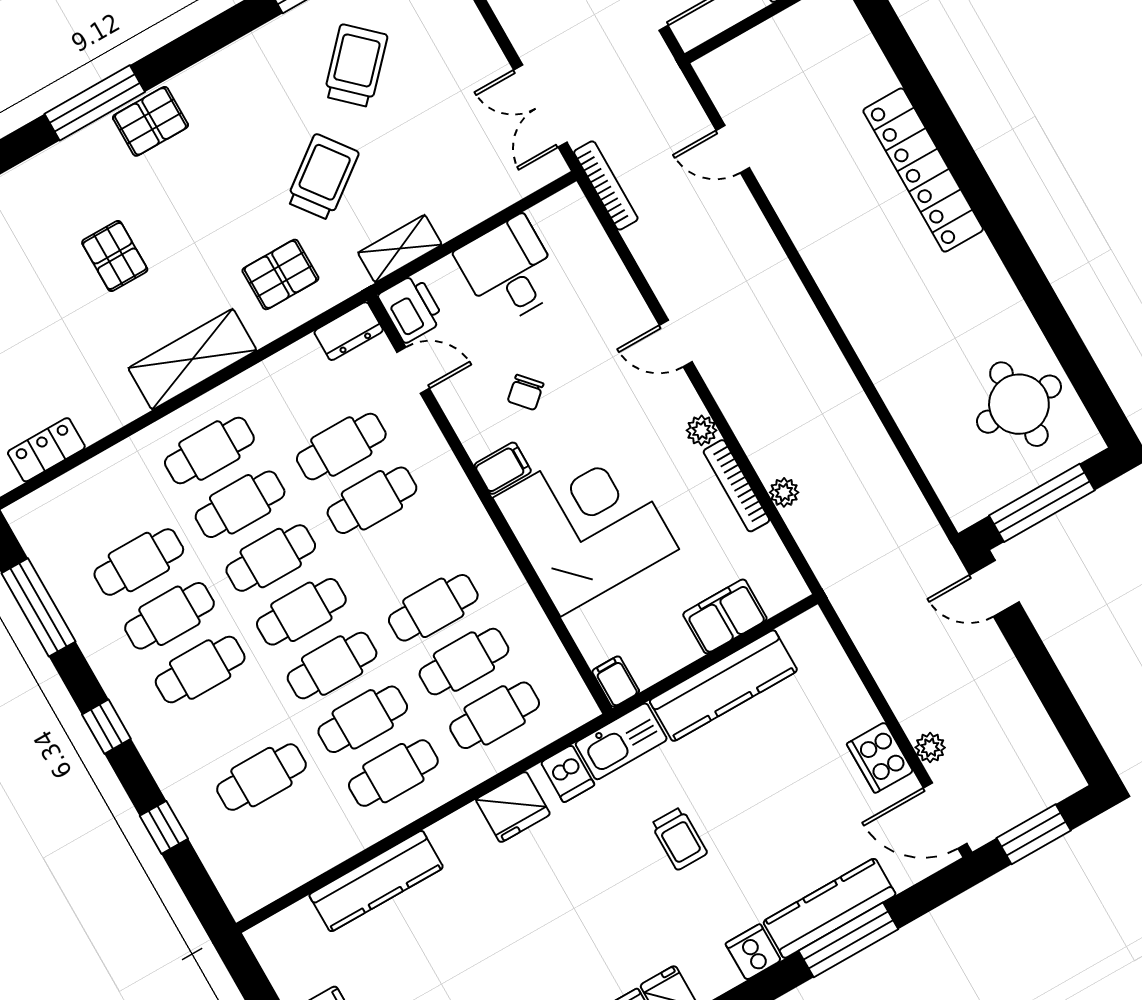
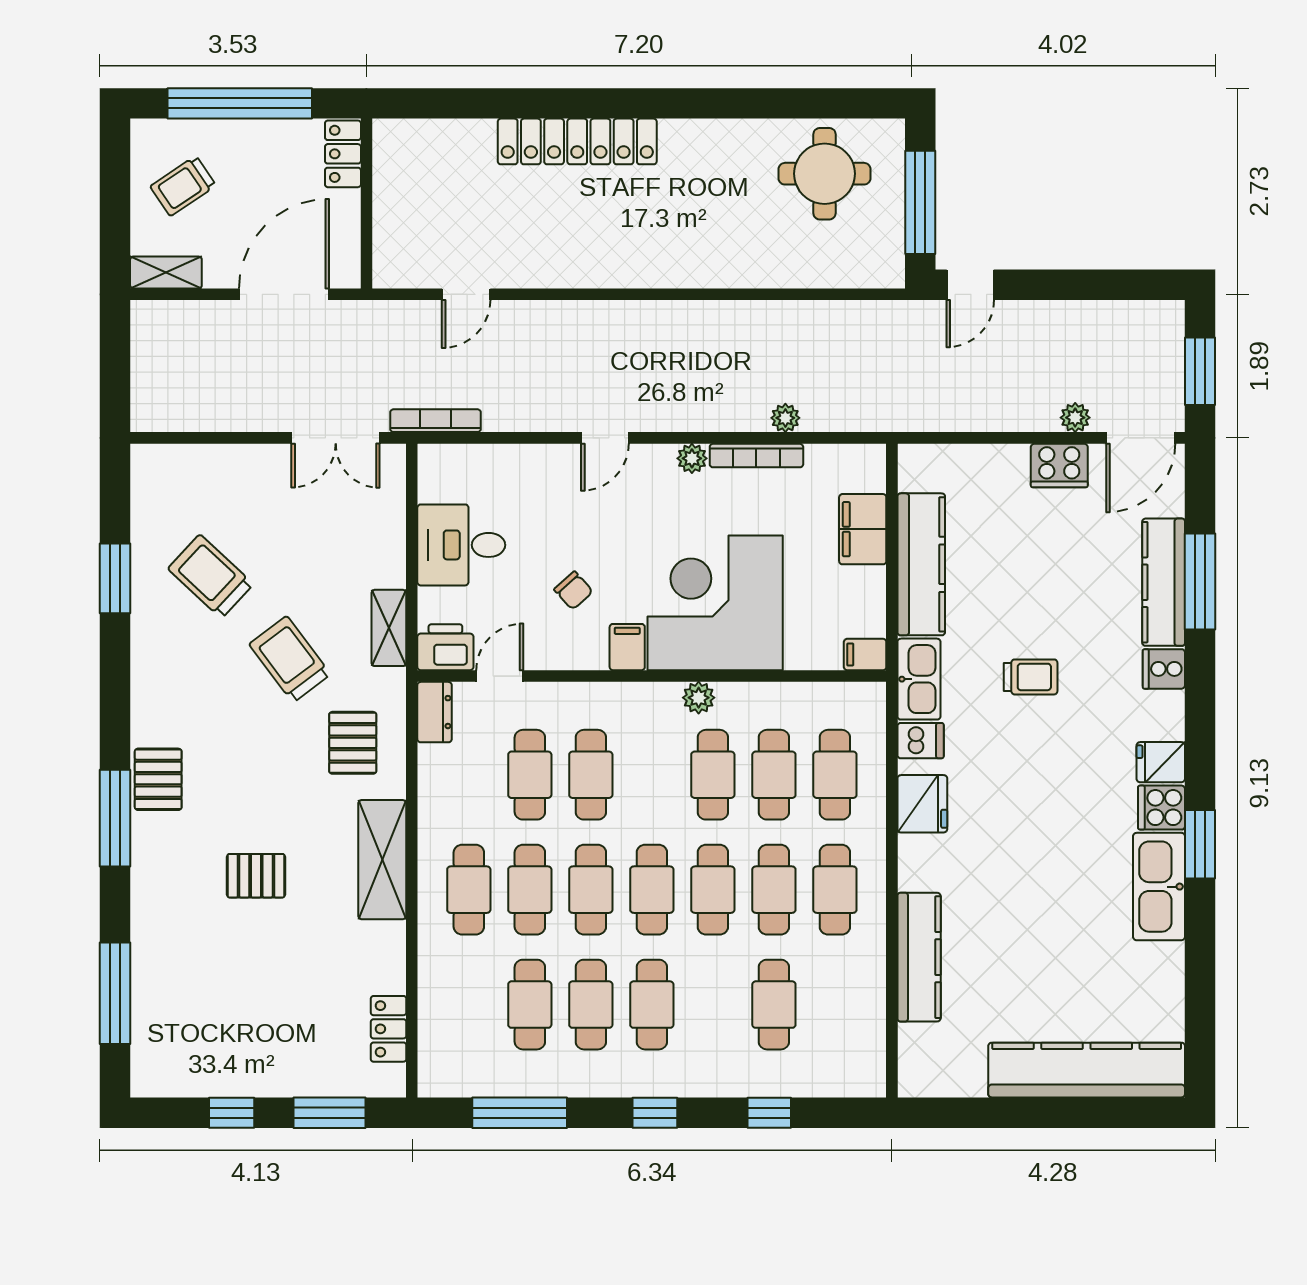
plant: (494, 557) -> (699, 698), added

